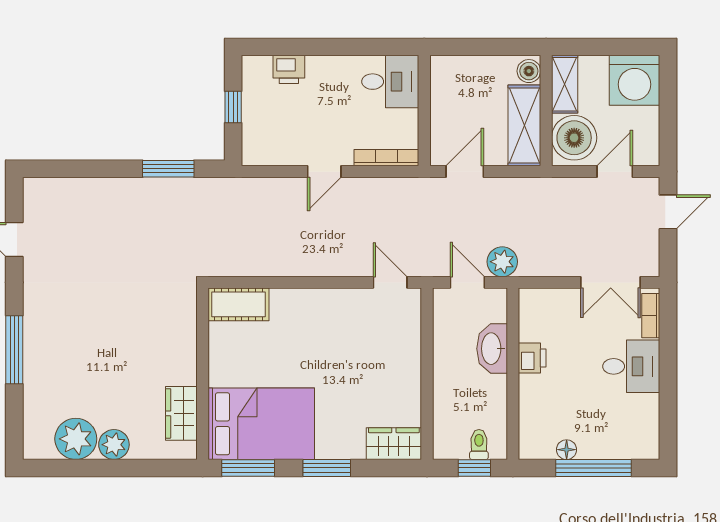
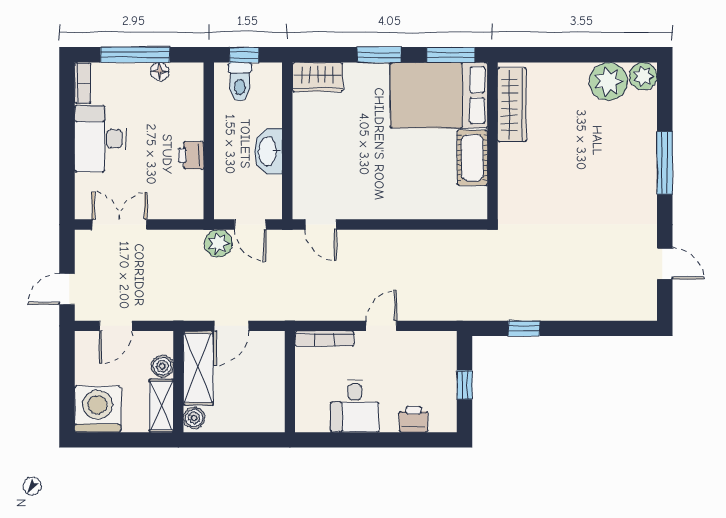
desk: (390, 82) -> (355, 406), moved, turned -90
boiler: (574, 138) -> (162, 366), width x0.54, depth x0.54
window: (168, 169) -> (524, 328), width x0.67
door: (465, 172) -> (231, 326), moved
cot: (238, 304) -> (472, 158), moved, turned 90
bookcase: (651, 316) -> (83, 83), moved
washbasin: (492, 349) -> (268, 151), moved, turned 180
desk: (631, 366) -> (101, 139), width x1.37
wardrobe: (181, 413) -> (512, 105), width x1.50
plant: (114, 445) -> (643, 76), moved
toilet: (479, 445) -> (240, 82), width x1.37, depth x1.39

